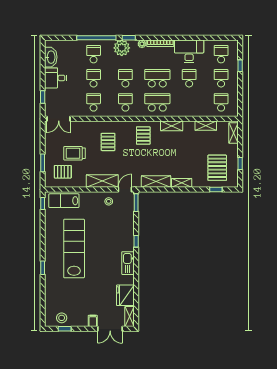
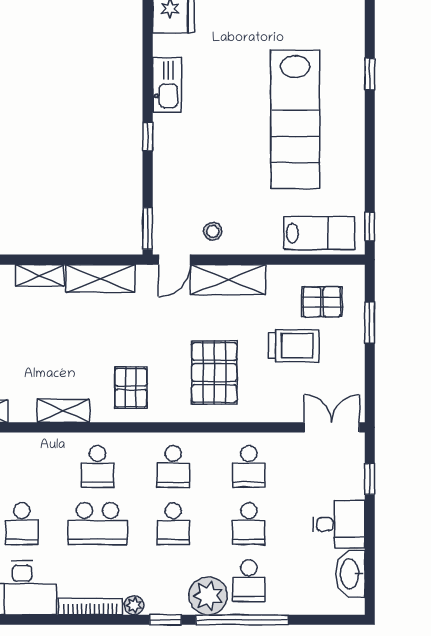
plant: (122, 48) -> (208, 596), moved
school desk: (157, 102) -> (97, 466), width x0.54
pallet: (108, 142) -> (214, 373), width x1.50, depth x1.42

